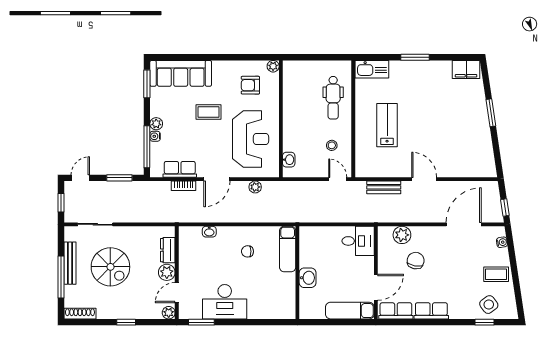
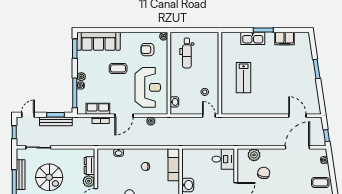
kitchen sink: (372, 69) -> (253, 38), moved
filing cabinet: (466, 69) -> (285, 38), moved
dental chair: (333, 98) -> (187, 53), moved
lab bench: (387, 125) -> (244, 78), turned 180
door: (424, 179) -> (297, 116), moved
bench: (384, 187) -> (56, 121), moved, width x1.36

